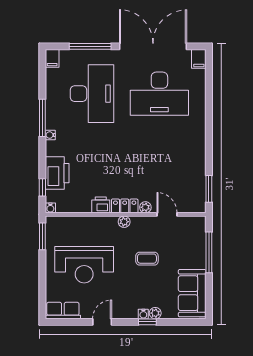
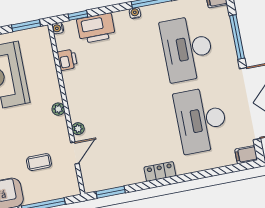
desk: (92, 94) -> (187, 49), turned 90
printer: (101, 205) -> (67, 60), moved
locker: (125, 206) -> (160, 172), moved, turned -90
coffee table: (147, 259) -> (39, 162), moved, turned 90

